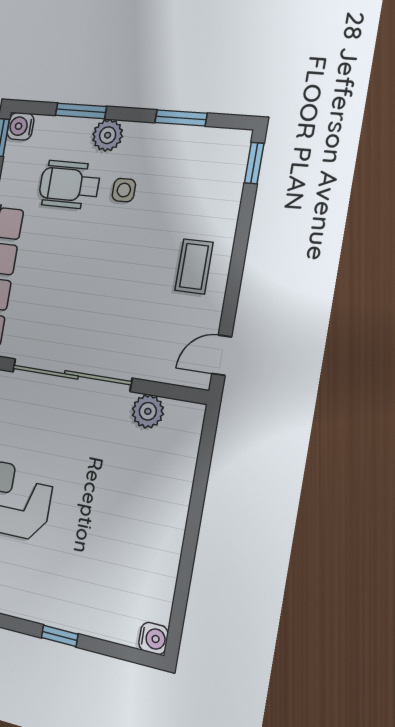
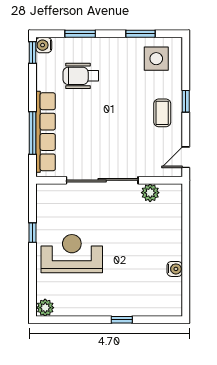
plant: (108, 135) -> (99, 46), removed
window: (254, 163) -> (186, 101), moved
side table: (124, 190) -> (156, 59), moved, width x1.87, depth x1.87
water cooler: (153, 638) -> (175, 269), moved

